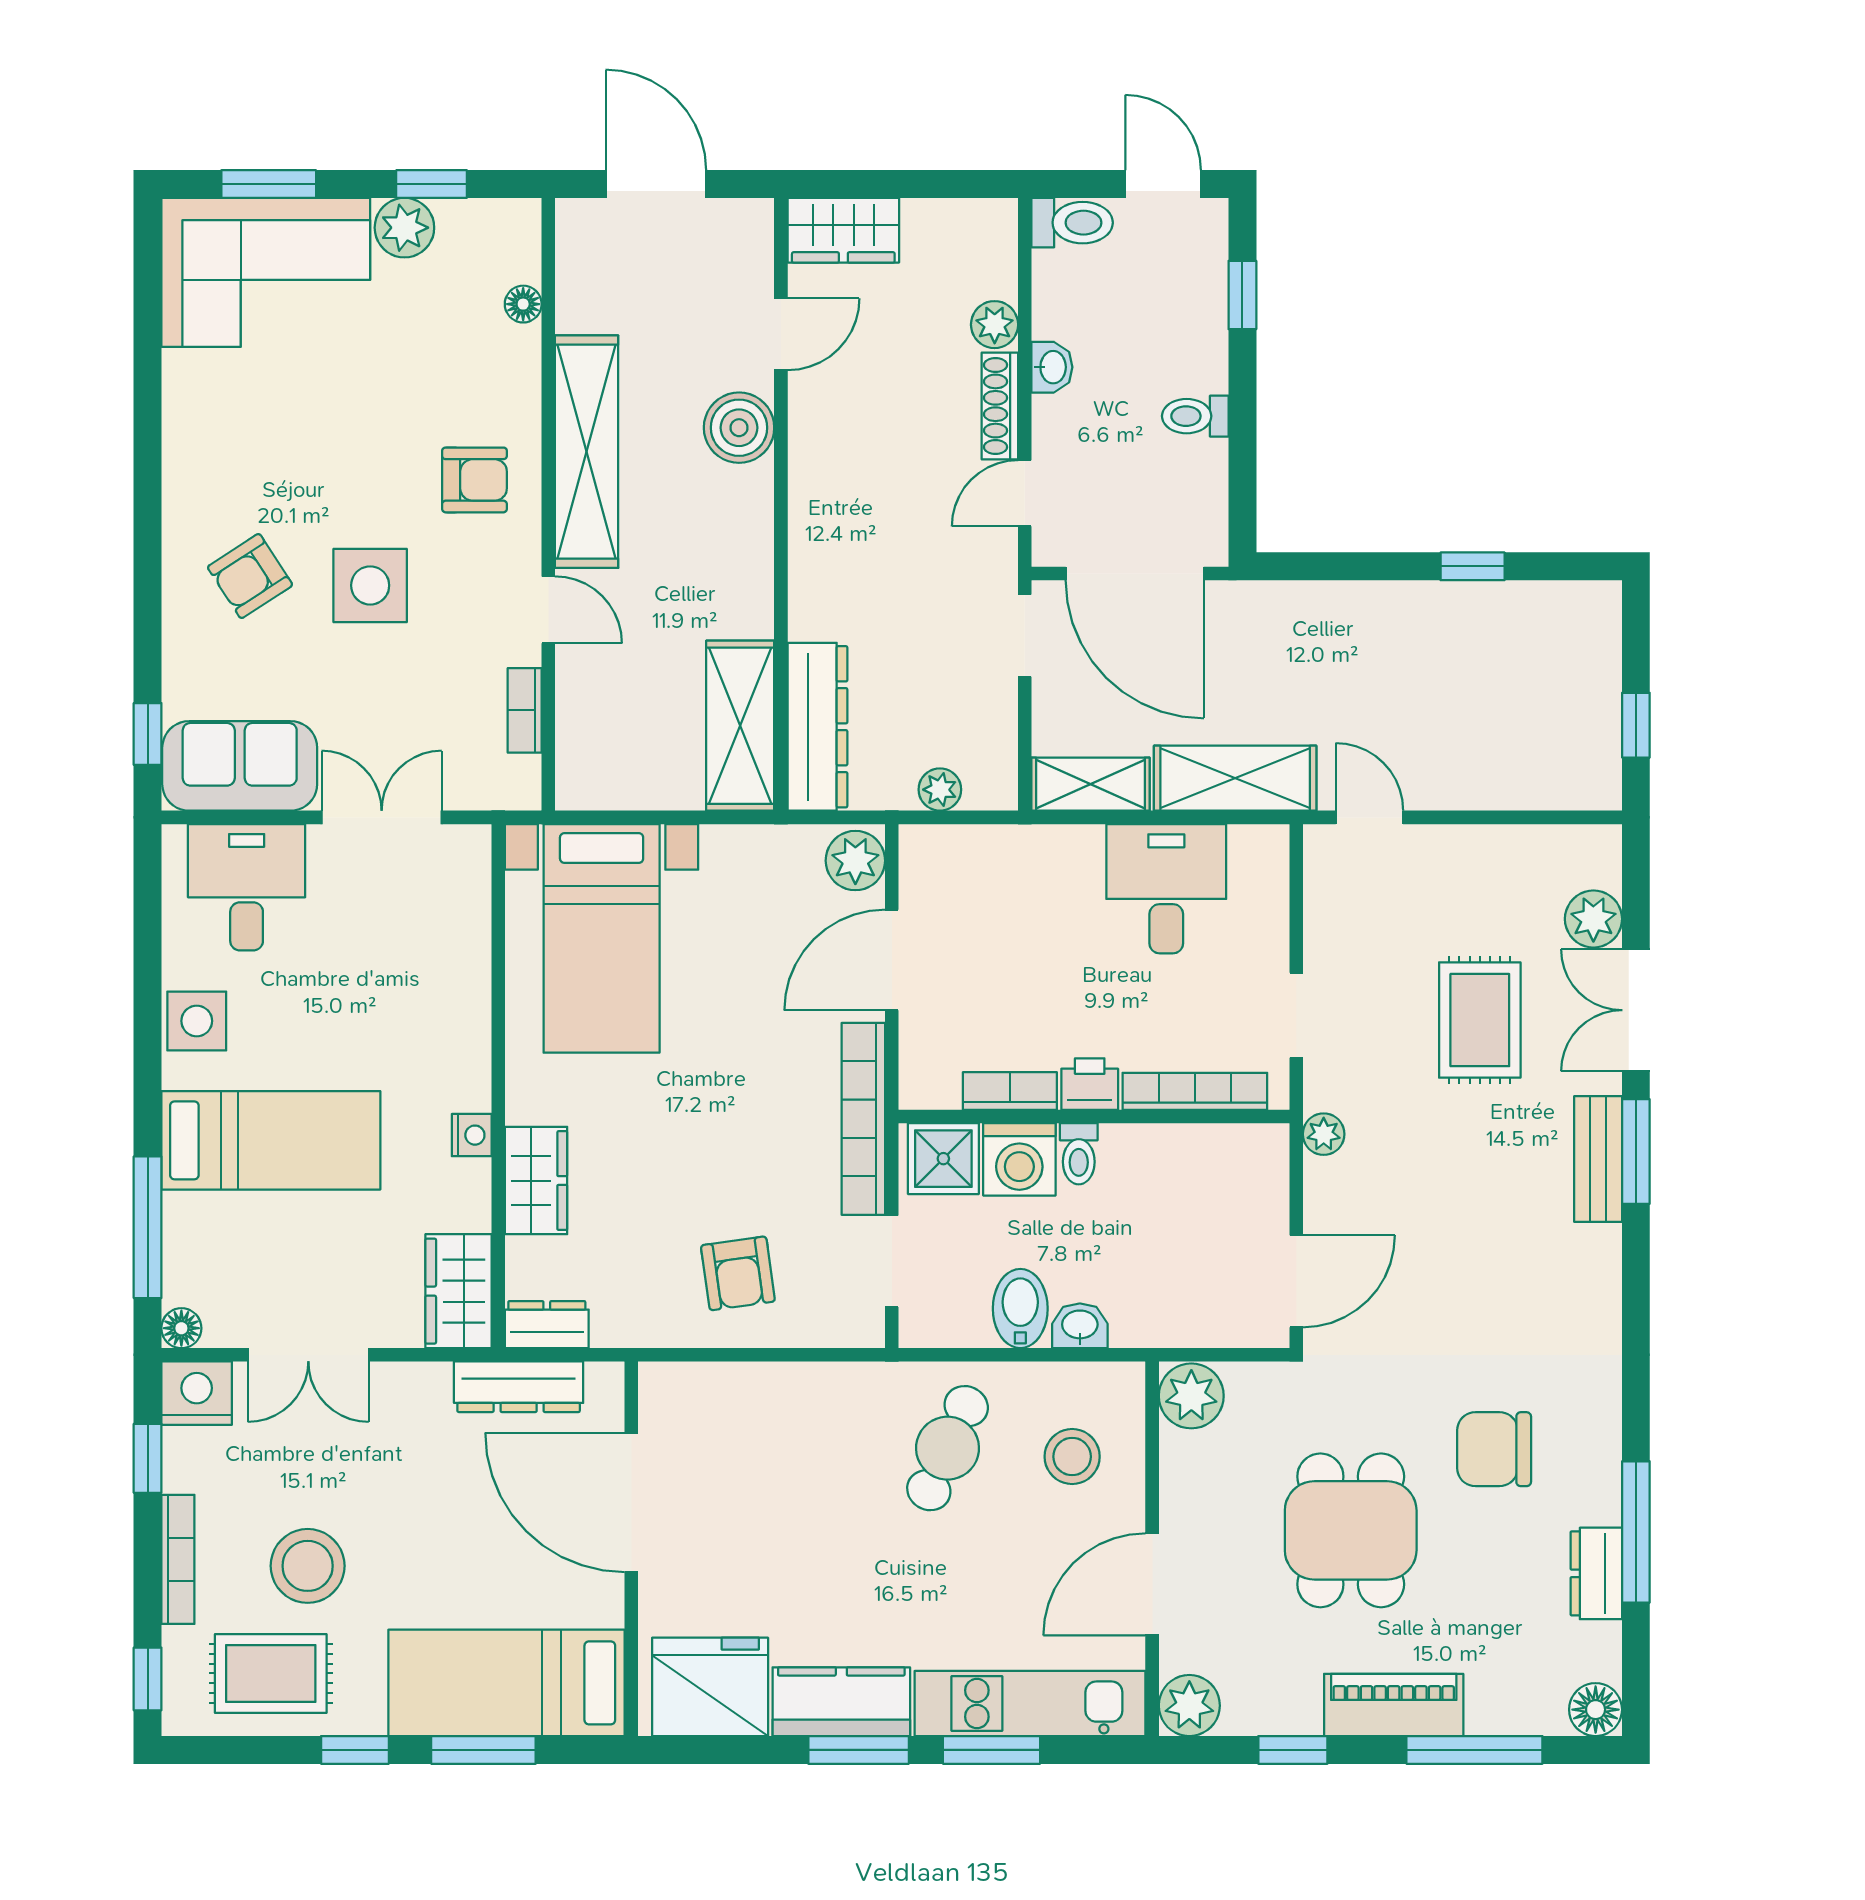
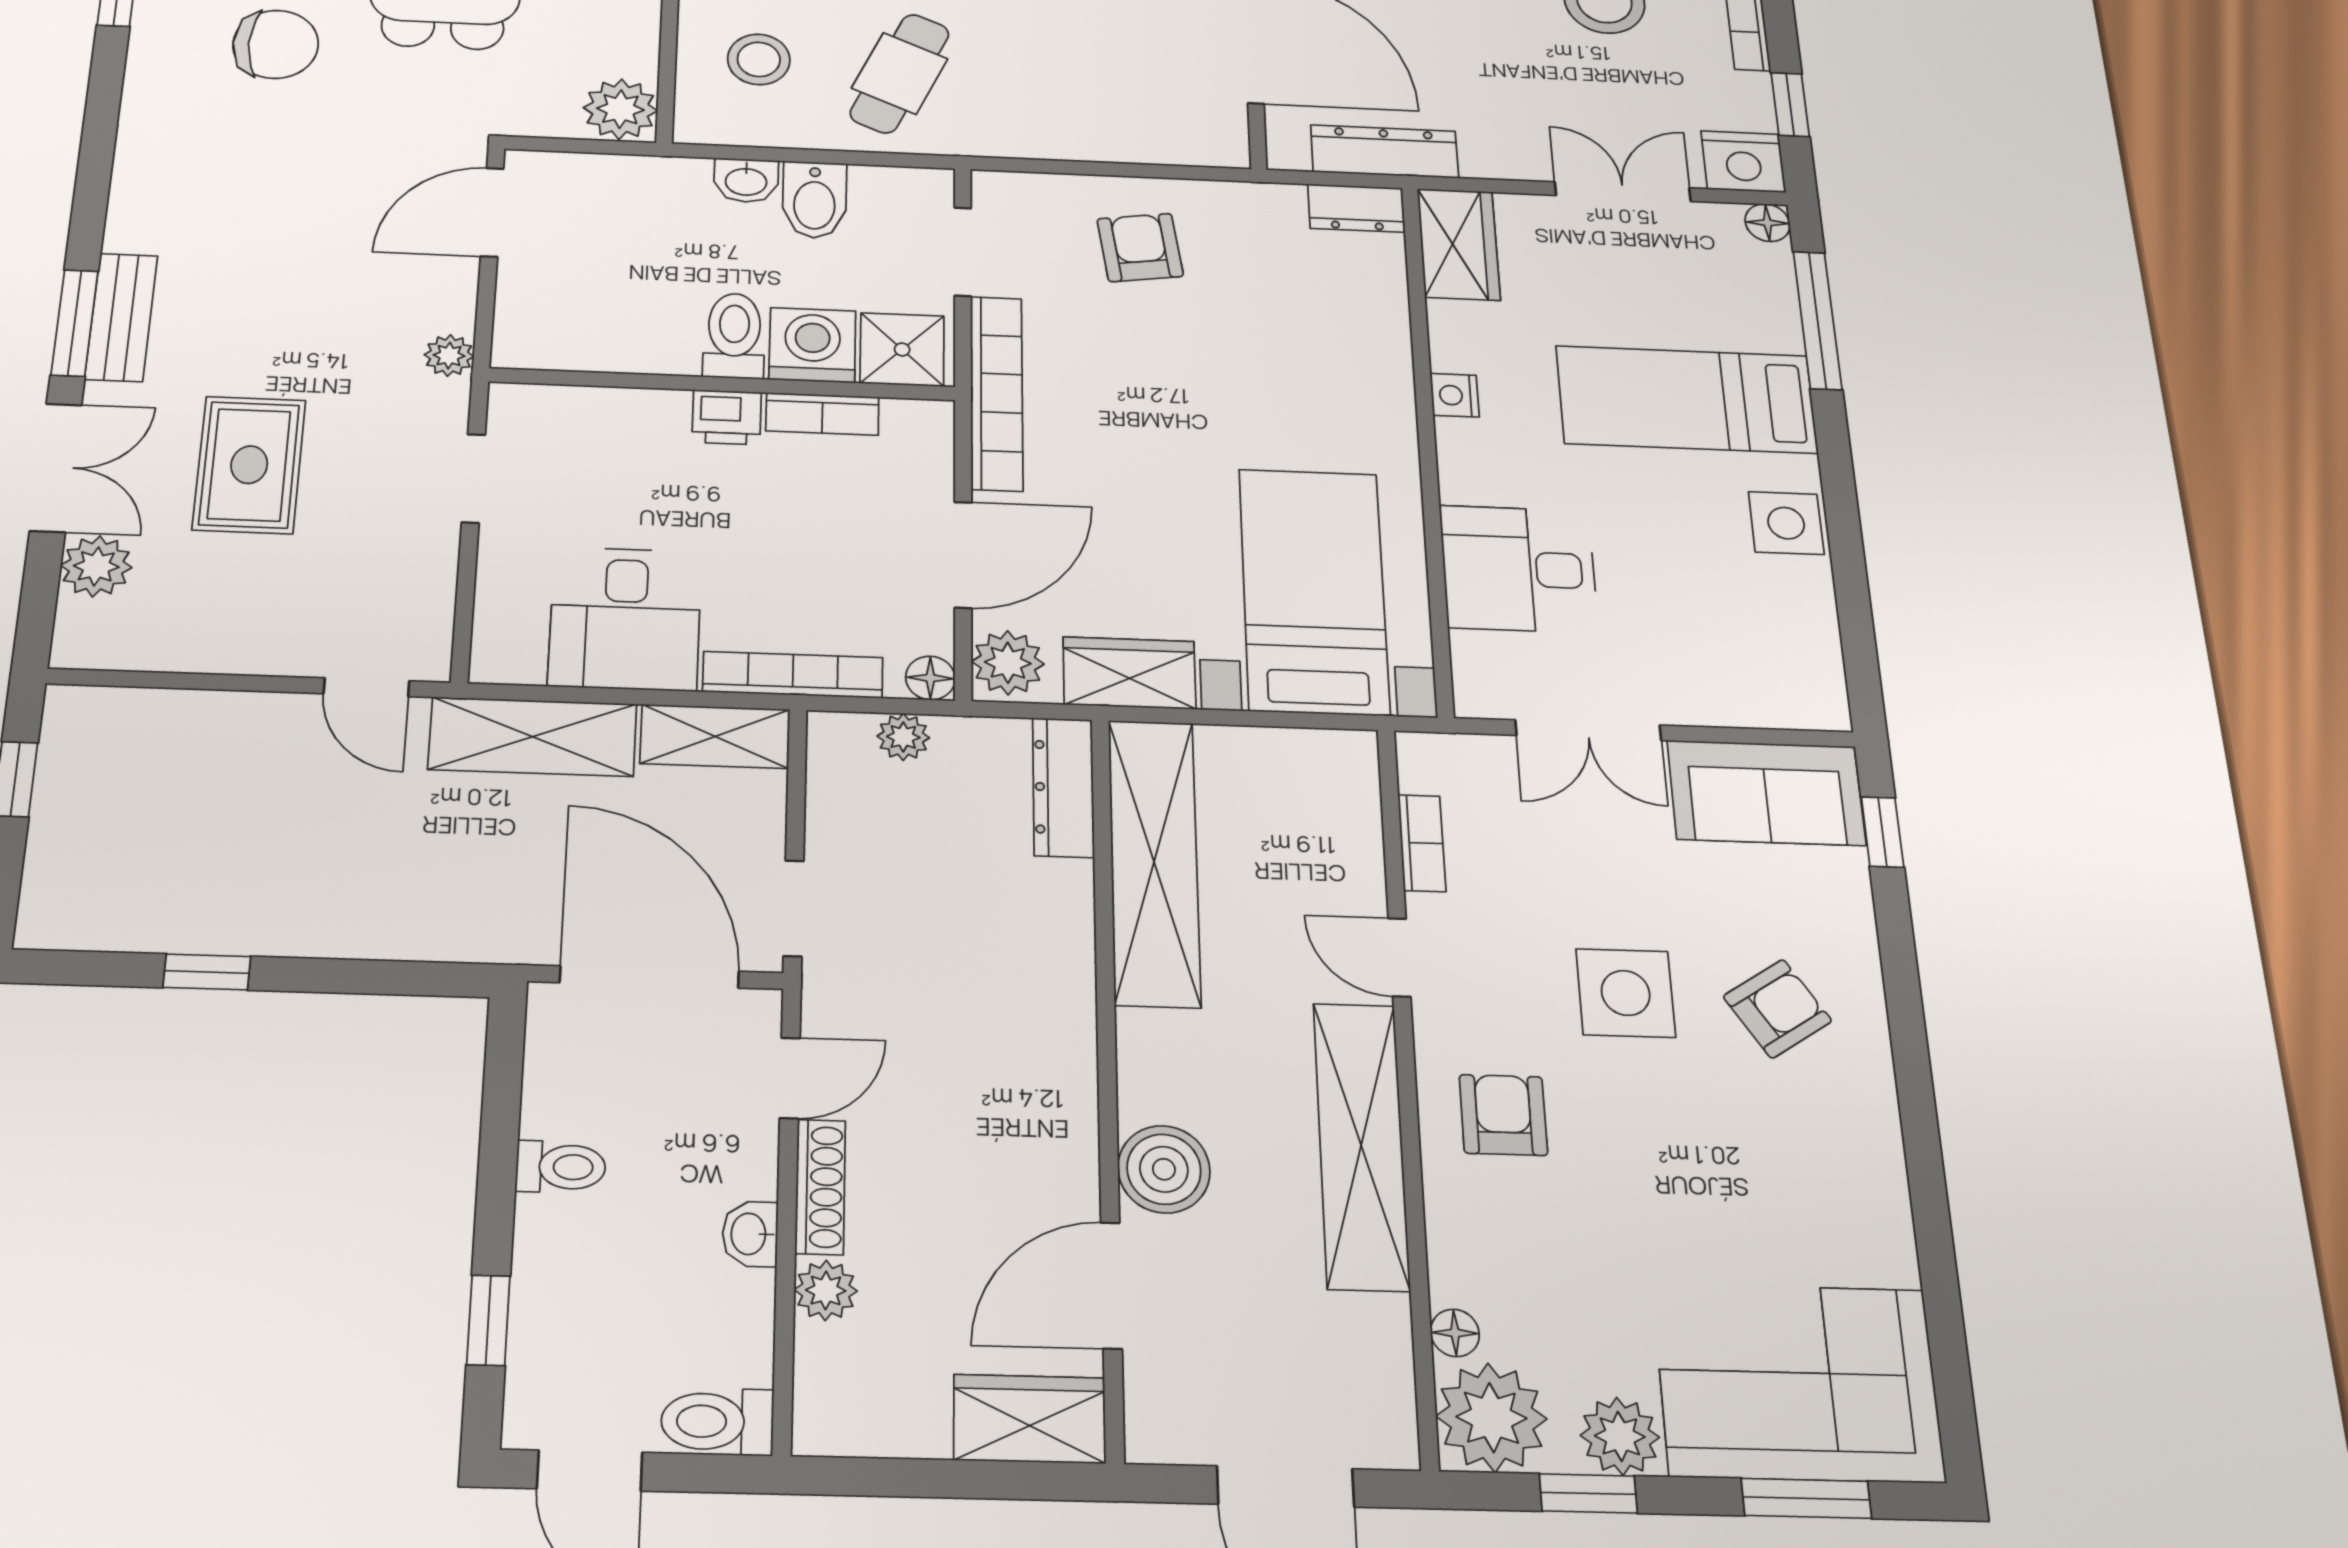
plant: (500, 240) -> (1491, 1418), added
door: (781, 334) -> (1111, 1285), width x1.38
armchair: (474, 480) -> (1503, 1115), turned 90
shelving: (740, 726) -> (1154, 862), width x1.47
dresser: (817, 727) -> (1063, 787), width x0.73, depth x0.80
floor lamp: (918, 844) -> (930, 678), added
desk: (247, 887) -> (1519, 569), moved, turned 90
bookcase: (1195, 1091) -> (793, 675), moved, turned 180
toilet: (1079, 1154) -> (734, 336), width x1.37, depth x1.39
wardrobe: (536, 1181) -> (1129, 673), moved, turned 90

